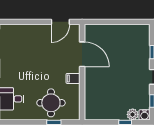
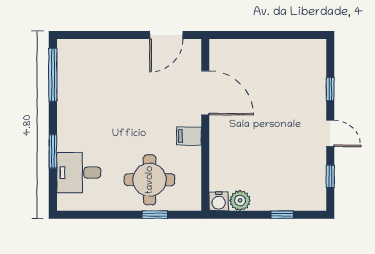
plant: (133, 114) -> (240, 200), moved
water cooler: (144, 115) -> (219, 201), moved

